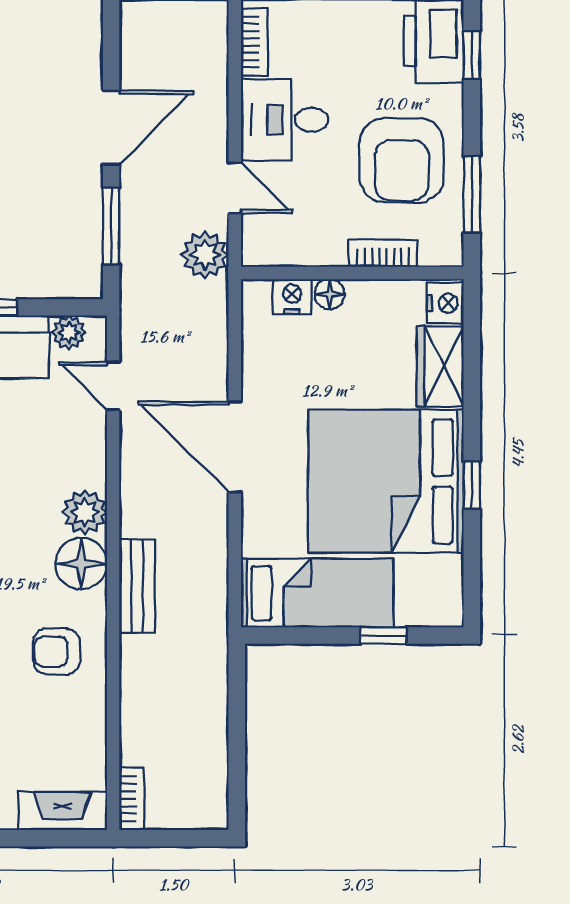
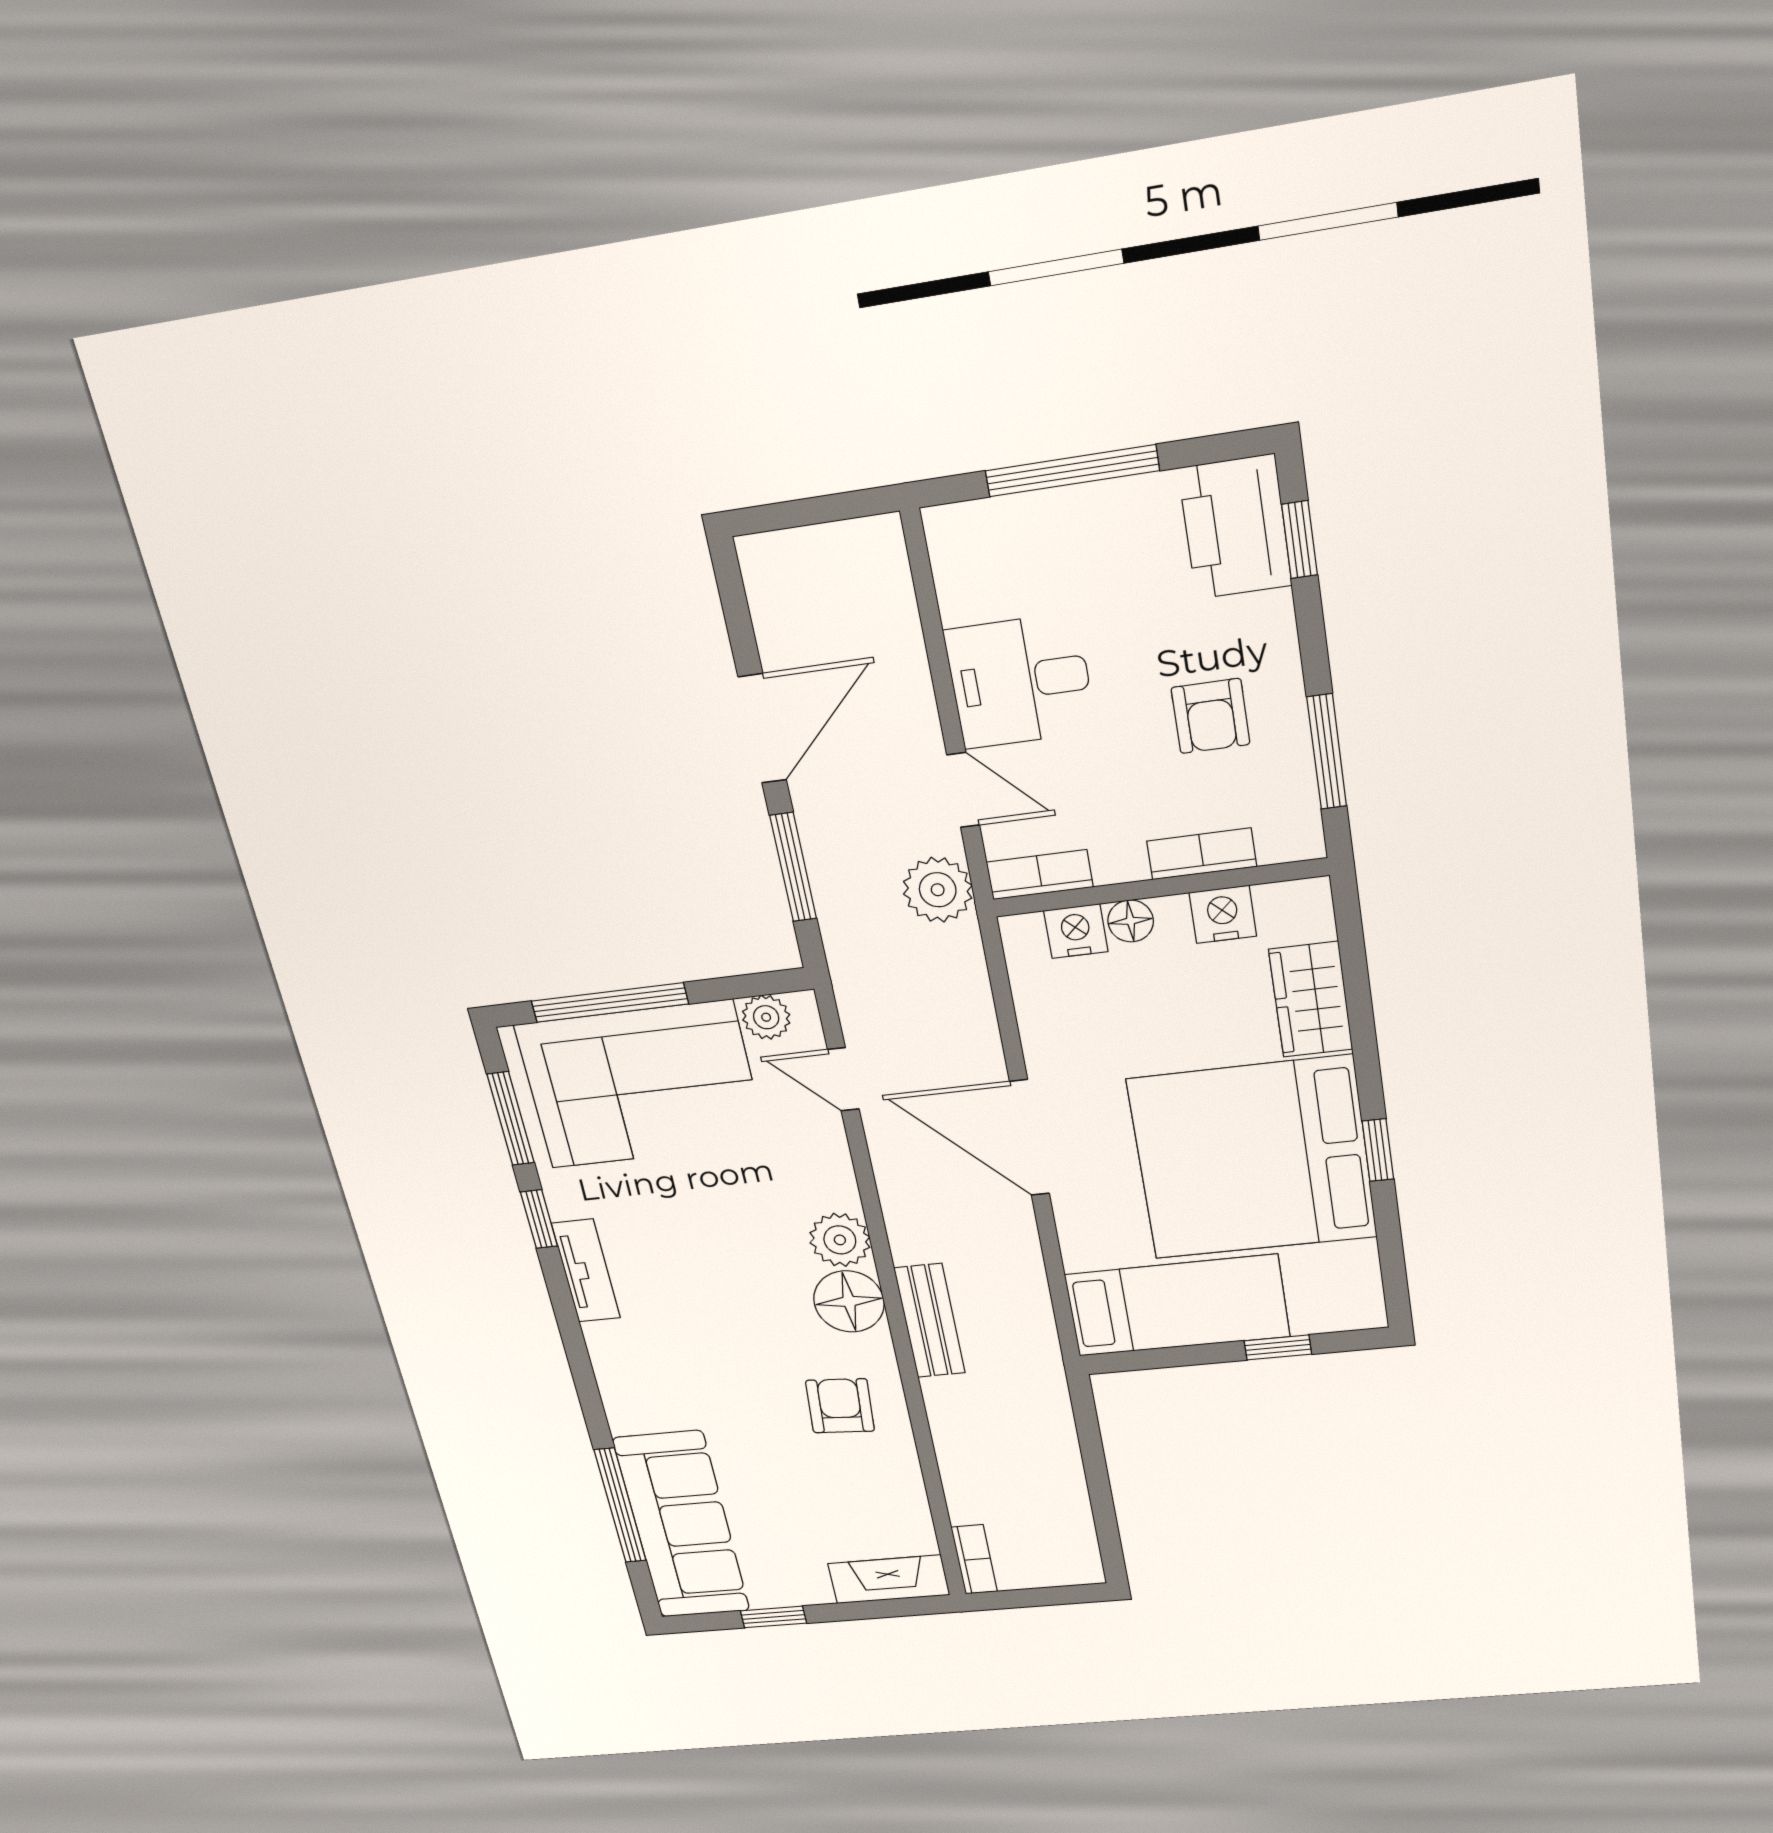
bookcase: (254, 42) -> (1040, 875), moved, turned -90
armchair: (402, 160) -> (1210, 716), width x0.53, depth x0.53
nightstand: (445, 303) -> (1223, 914), moved, turned -90
armchair: (57, 652) -> (840, 1406), turned 94

